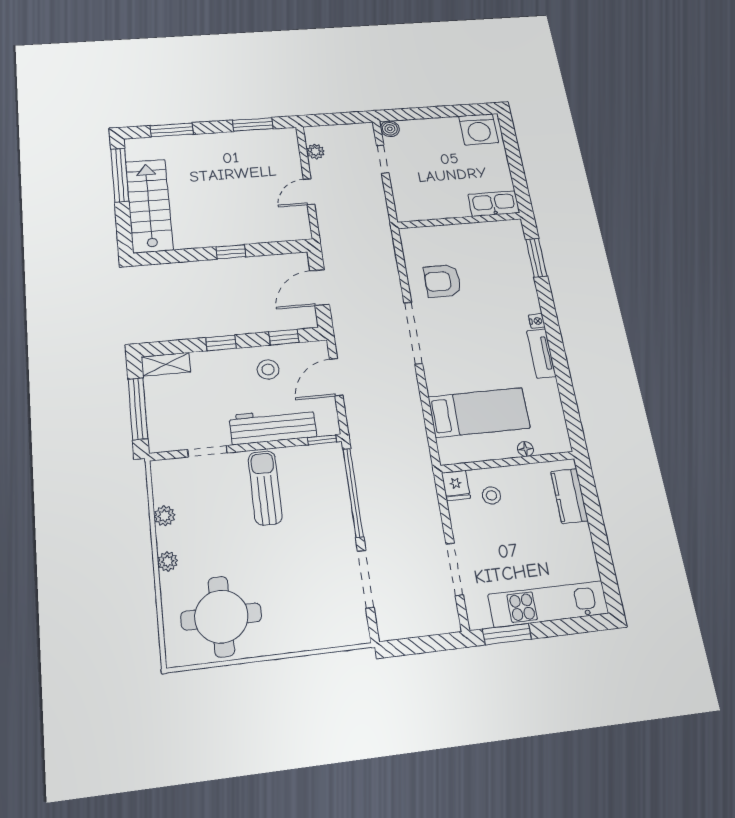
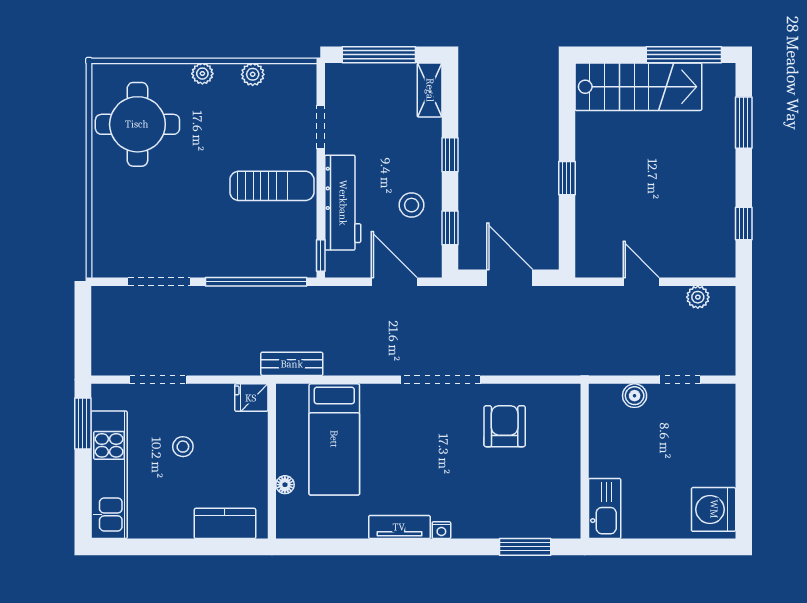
window: (253, 124) -> (744, 224), width x0.67
boiler: (390, 129) -> (635, 396), moved
bench: (420, 454) -> (292, 364), added
stool: (491, 495) -> (183, 447), moved

